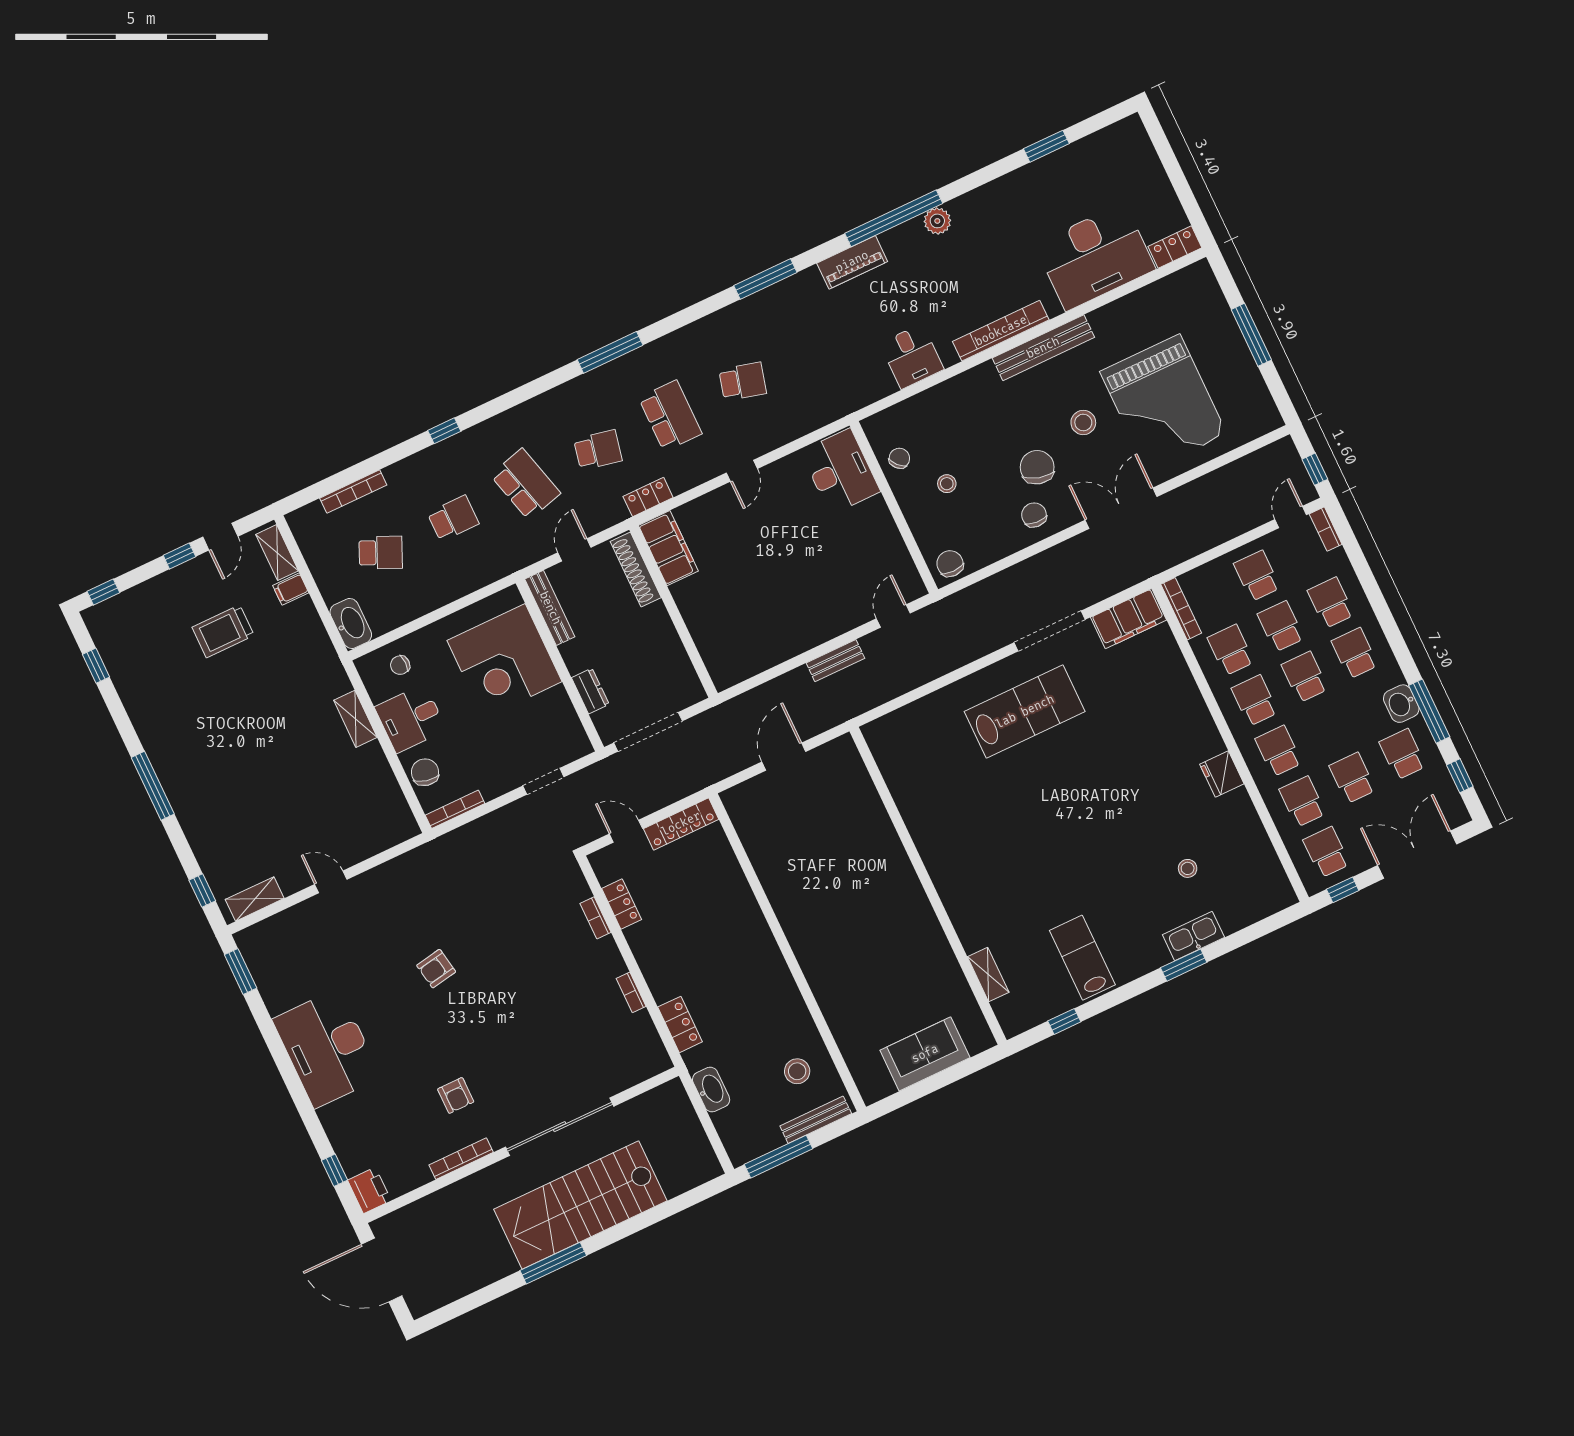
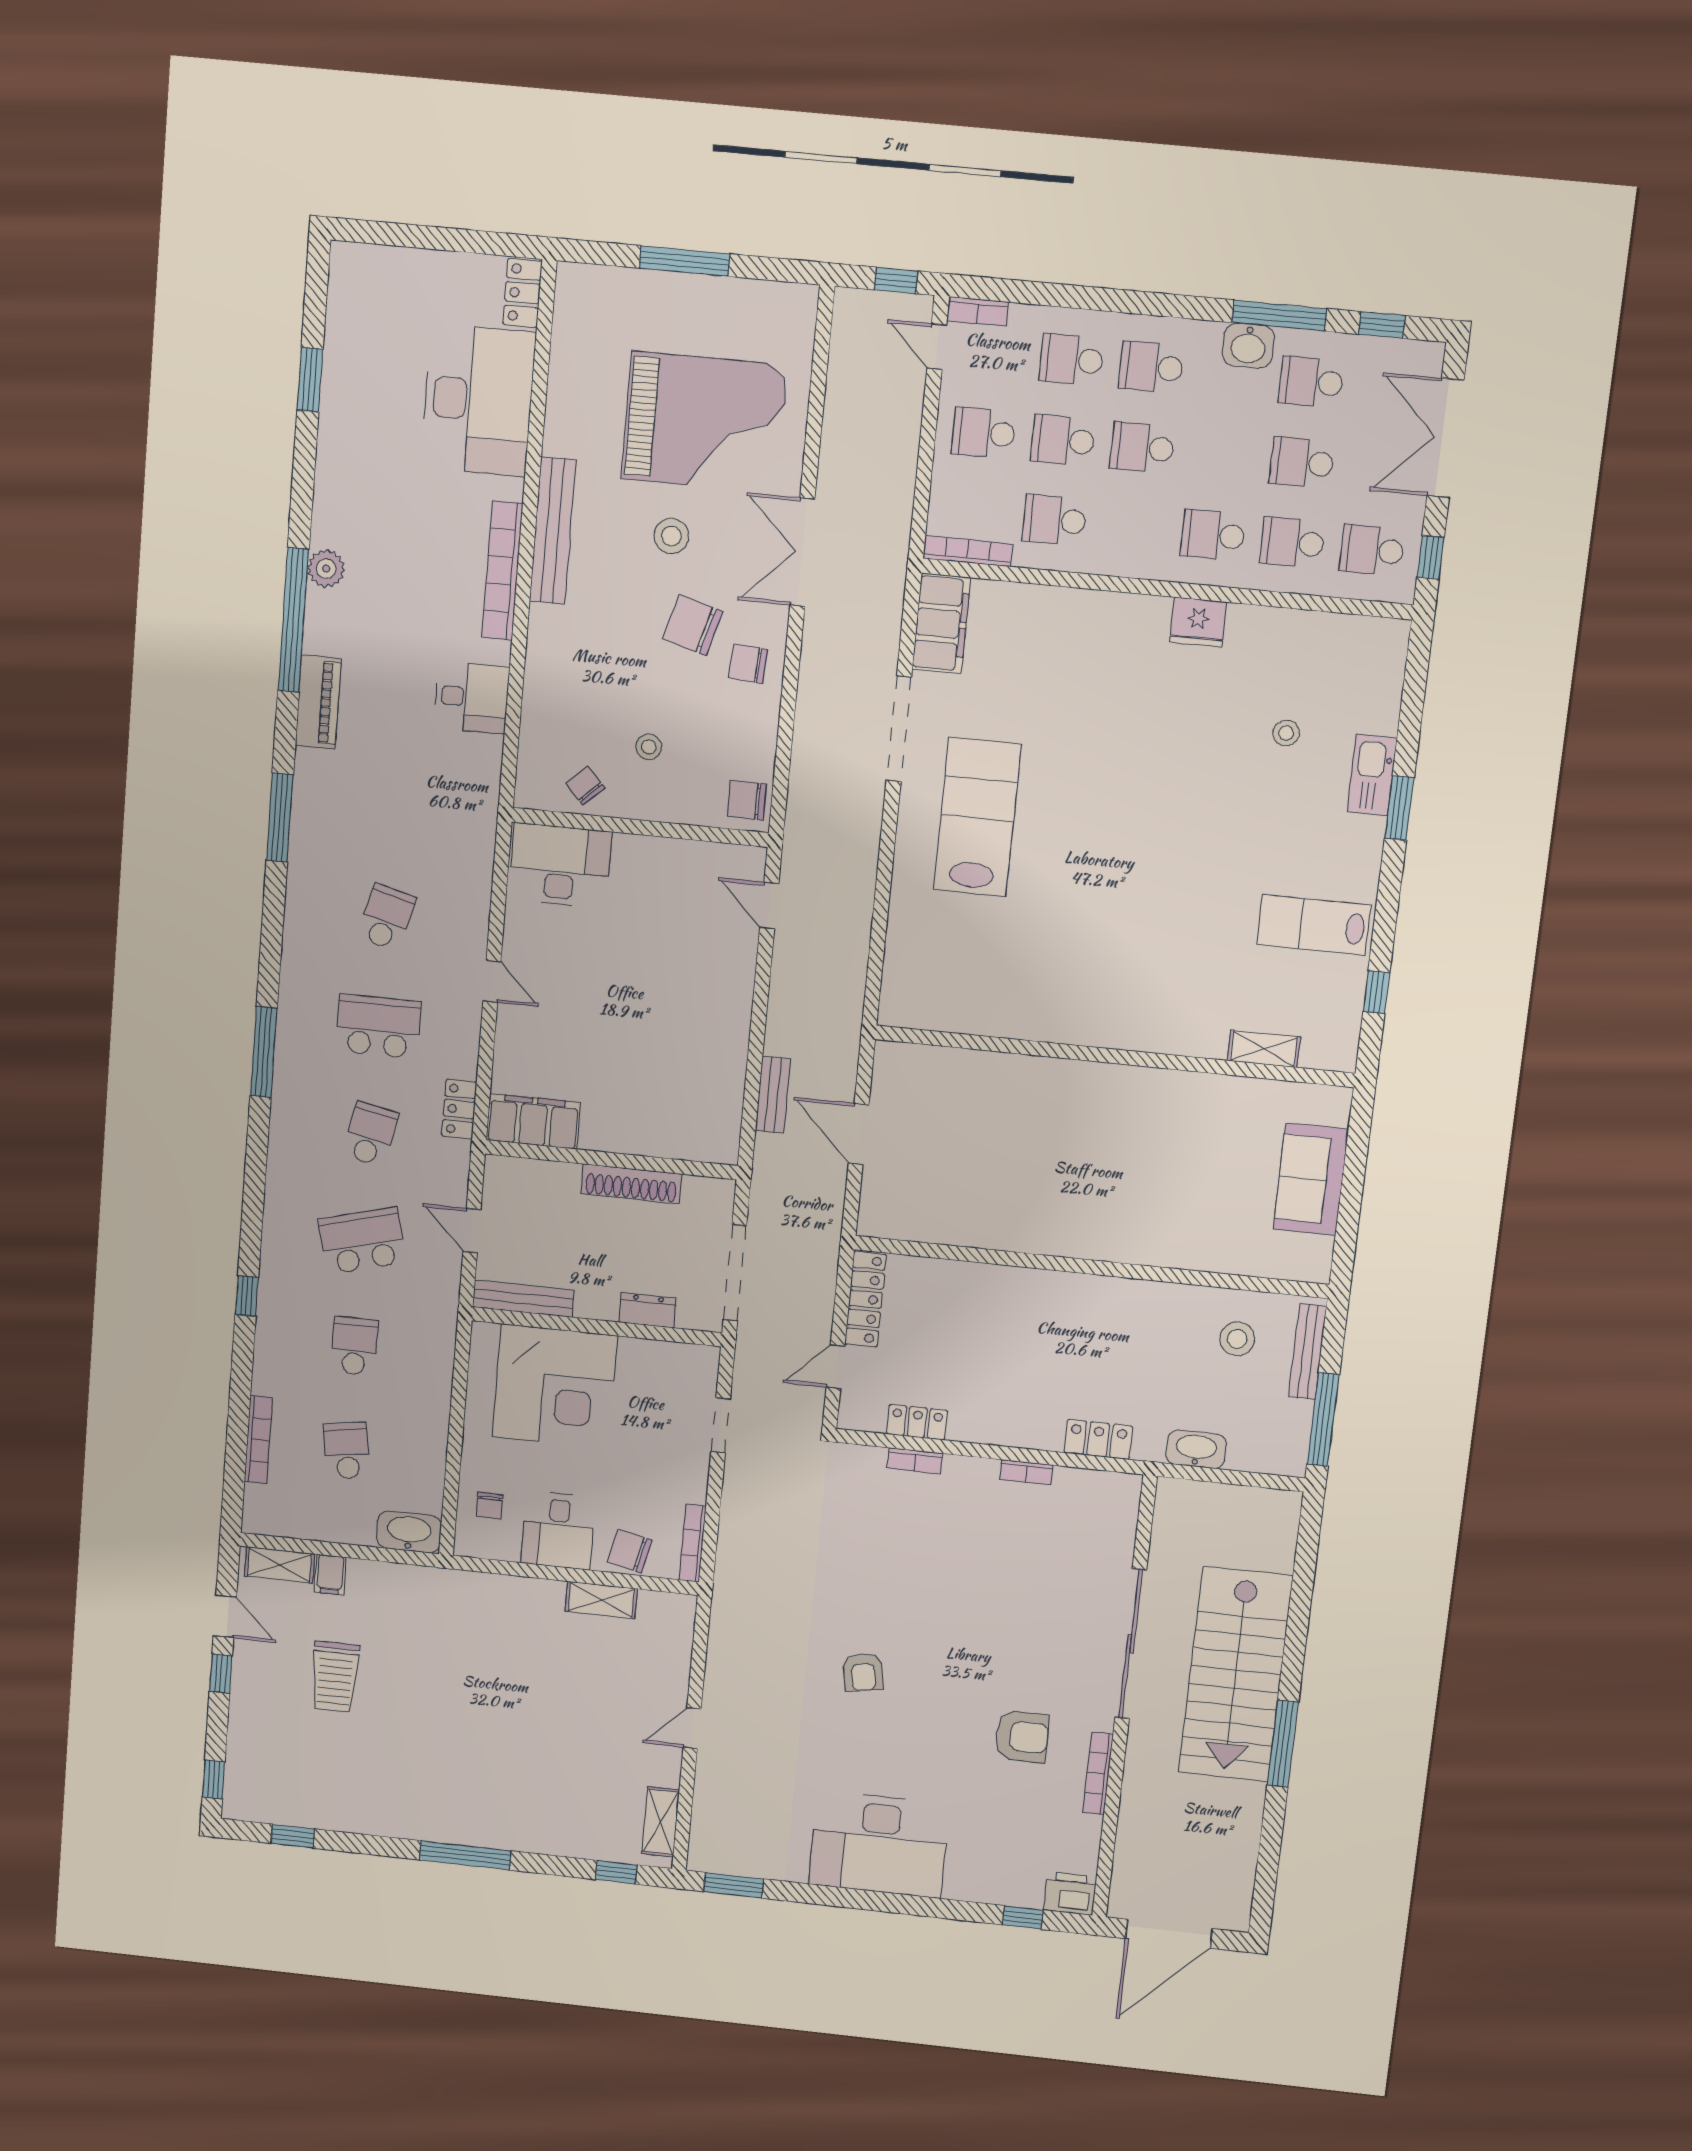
school desk: (381, 553) -> (347, 1451), turned -33
shoe rack: (636, 570) -> (631, 1184), moved
bench: (835, 661) -> (773, 1095), moved
school desk: (1255, 700) -> (1134, 528), removed
shelving: (355, 719) -> (601, 1600), moved
armchair: (456, 1095) -> (1022, 1737), width x1.38, depth x1.38

